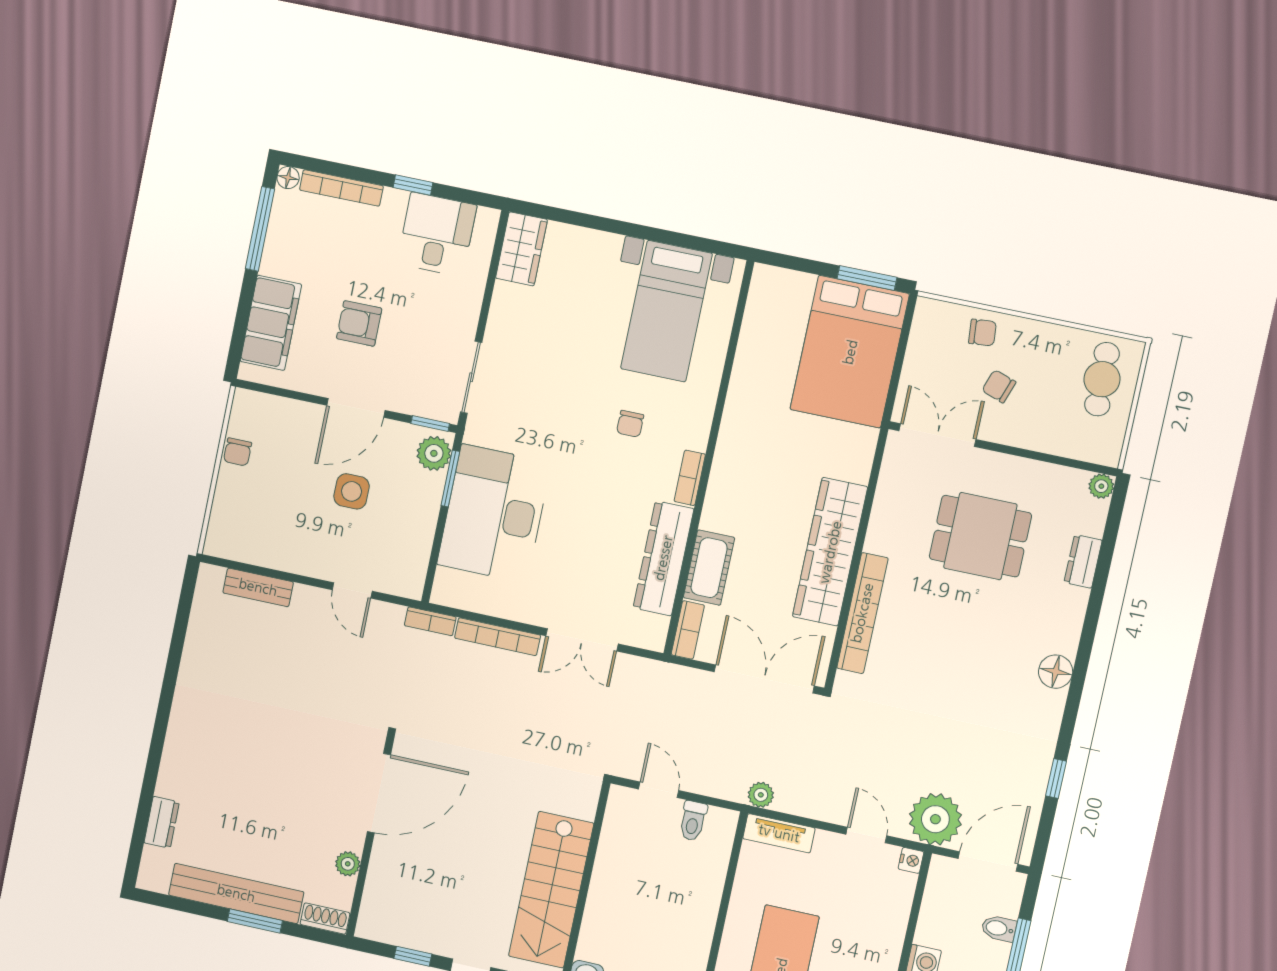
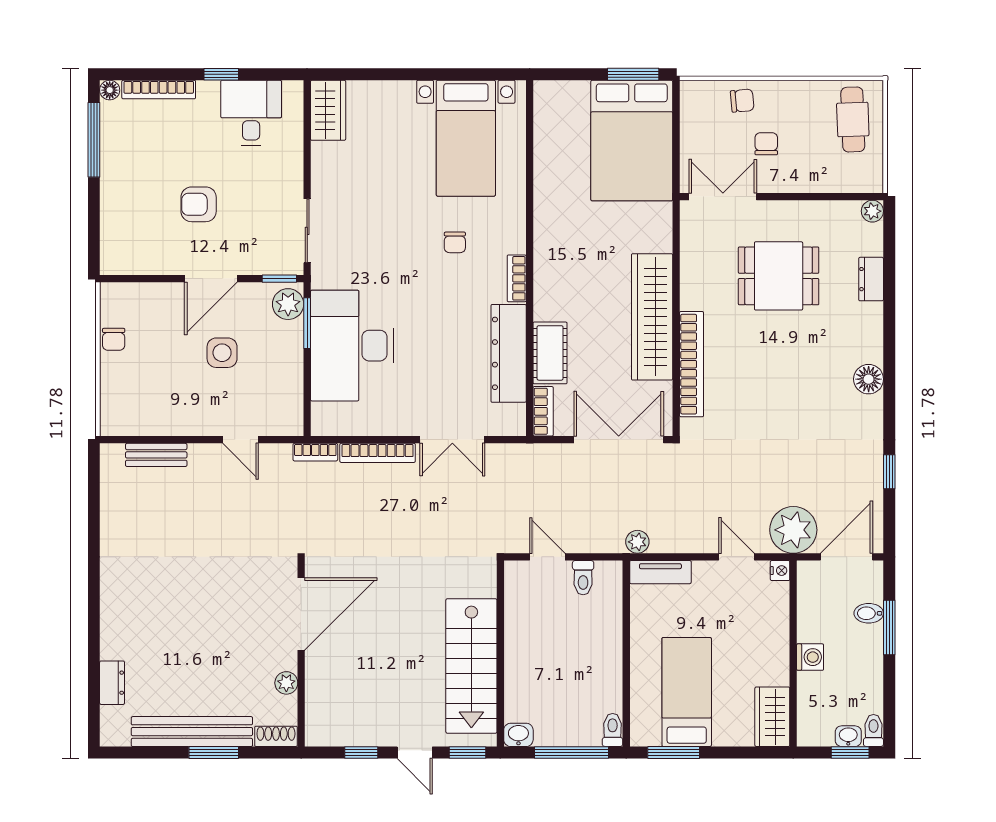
filing cabinet: (271, 323) -> (120, 220), removed
chair: (999, 386) -> (766, 144), turned 71

